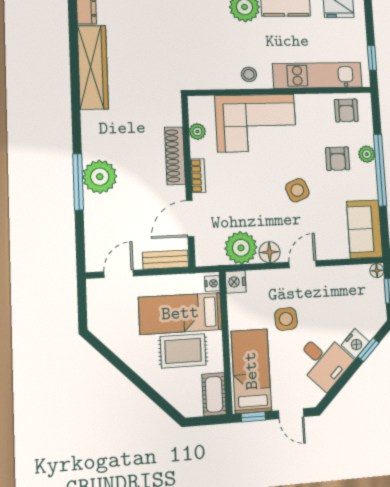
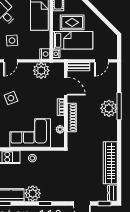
door: (190, 219) -> (66, 86), hinge flipped
floor lamp: (270, 252) -> (27, 68), removed
side table: (286, 319) -> (12, 40), moved

